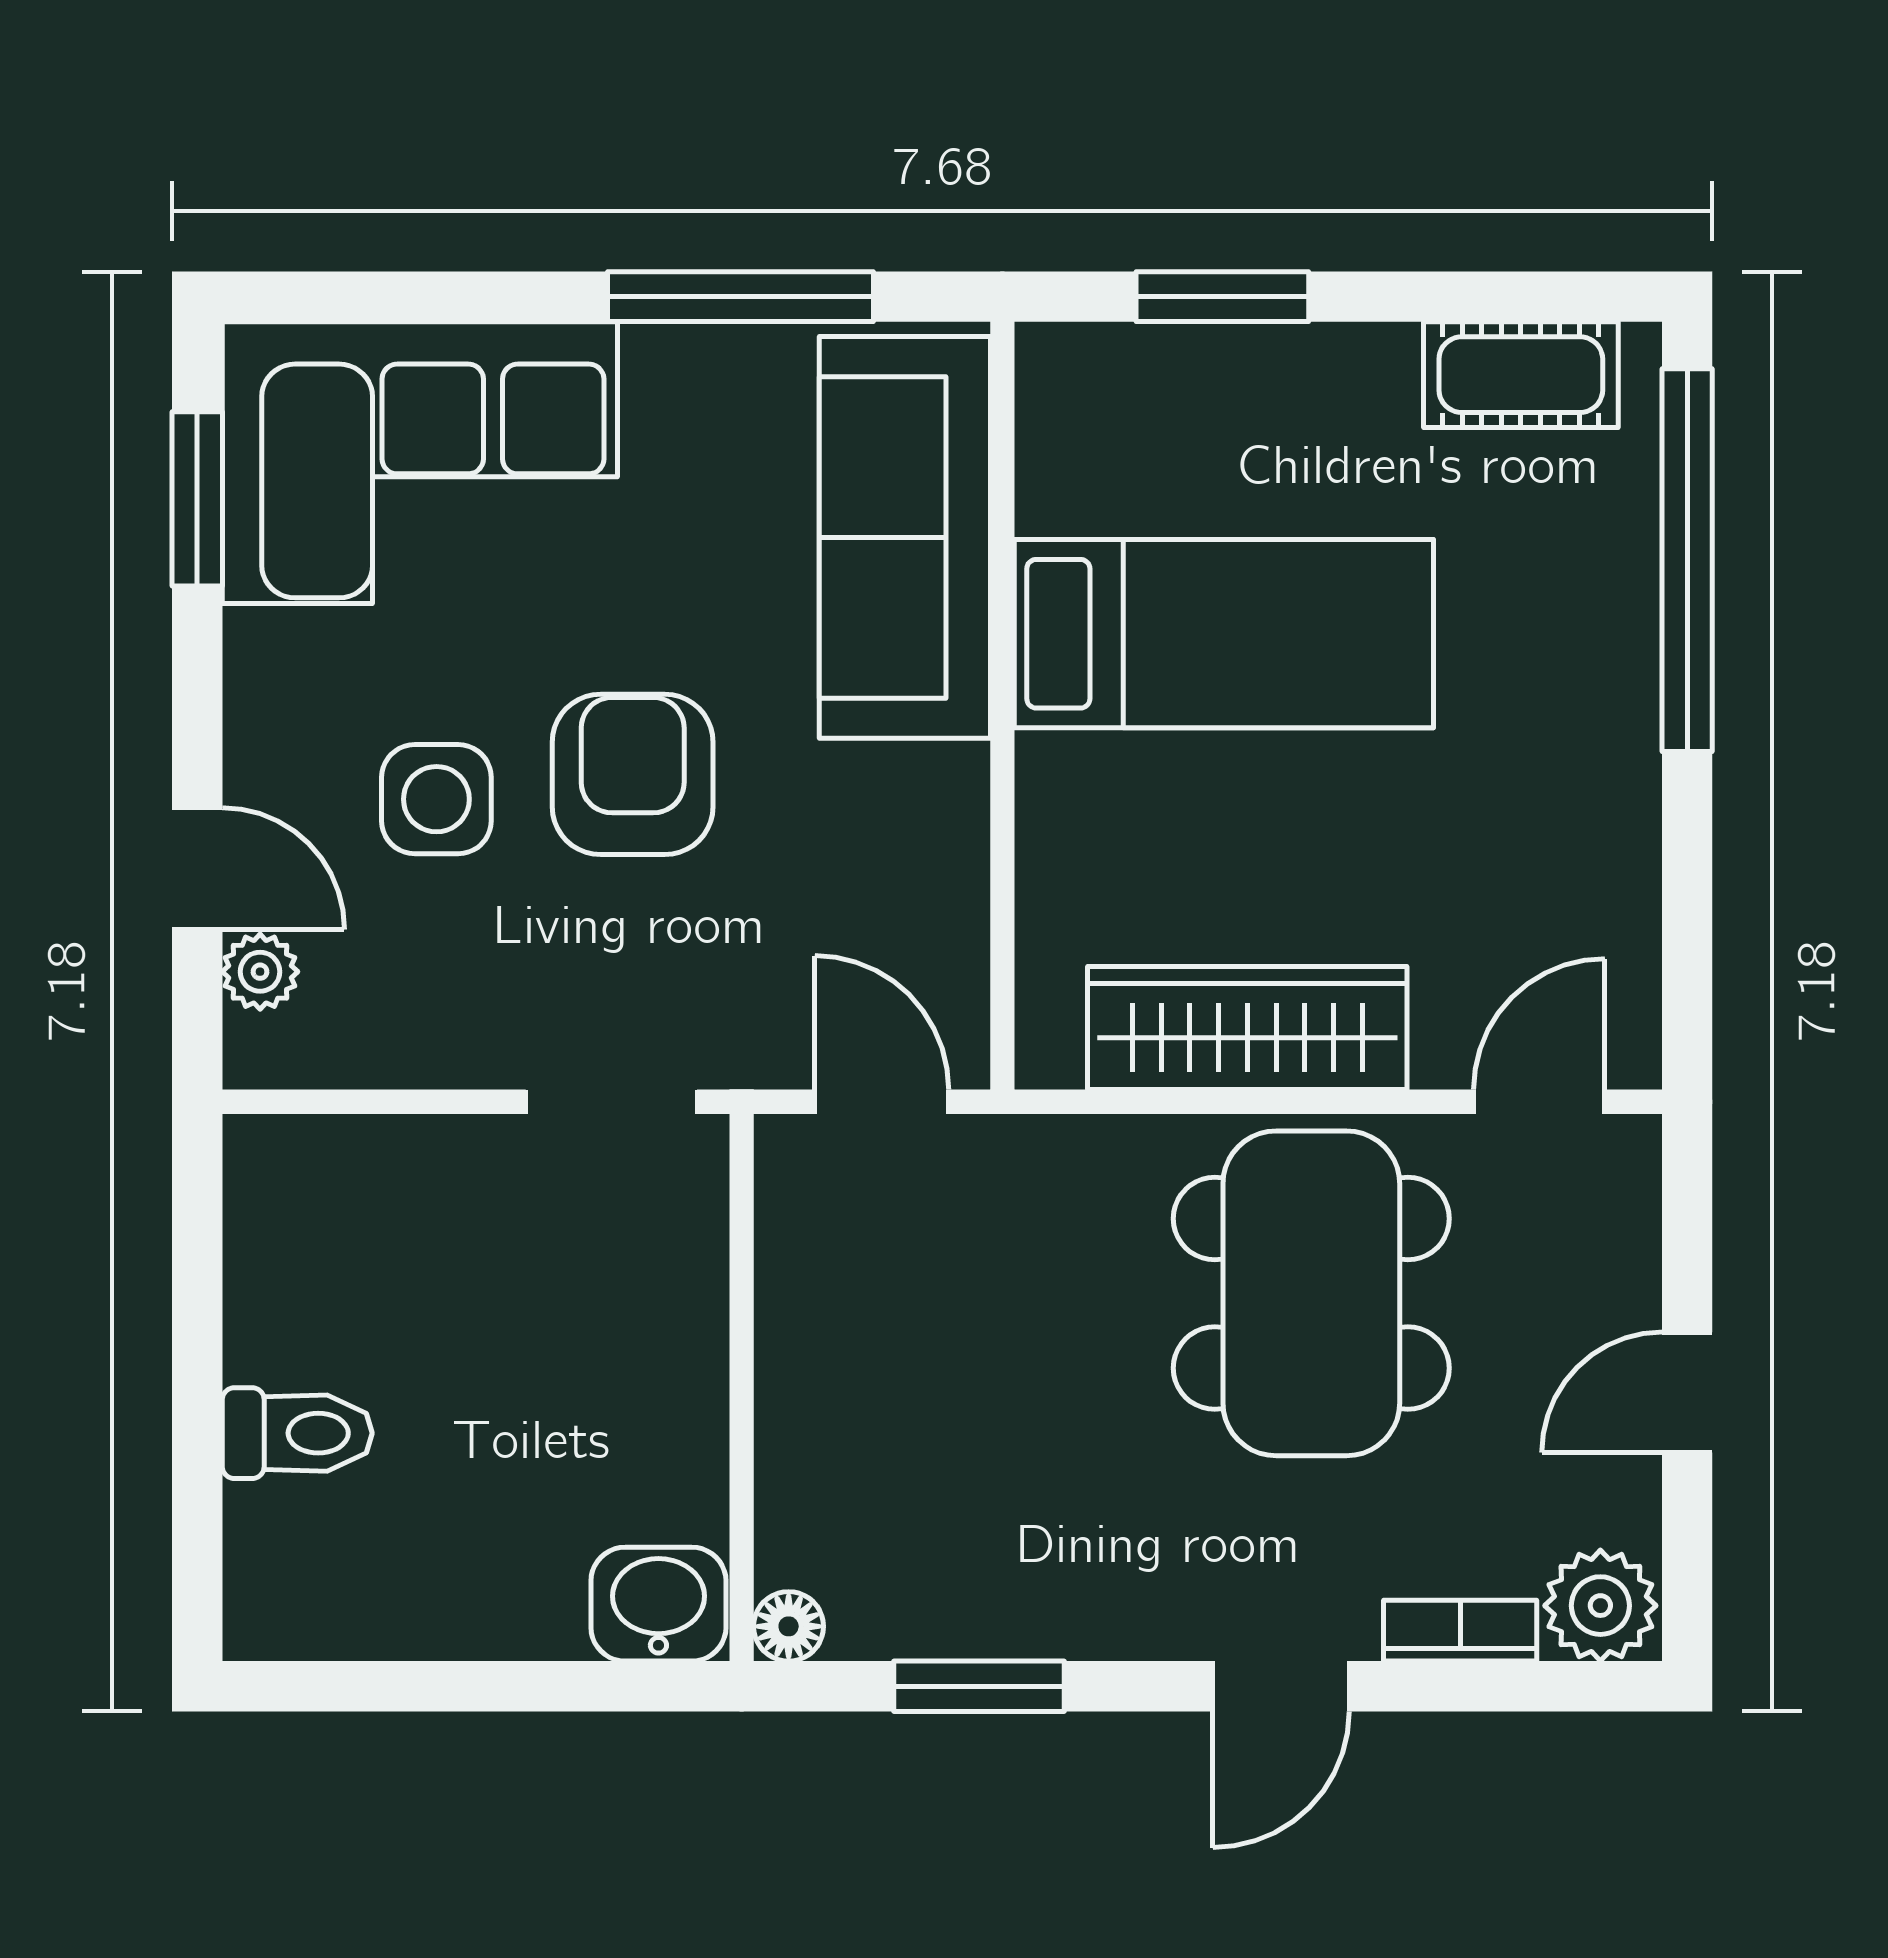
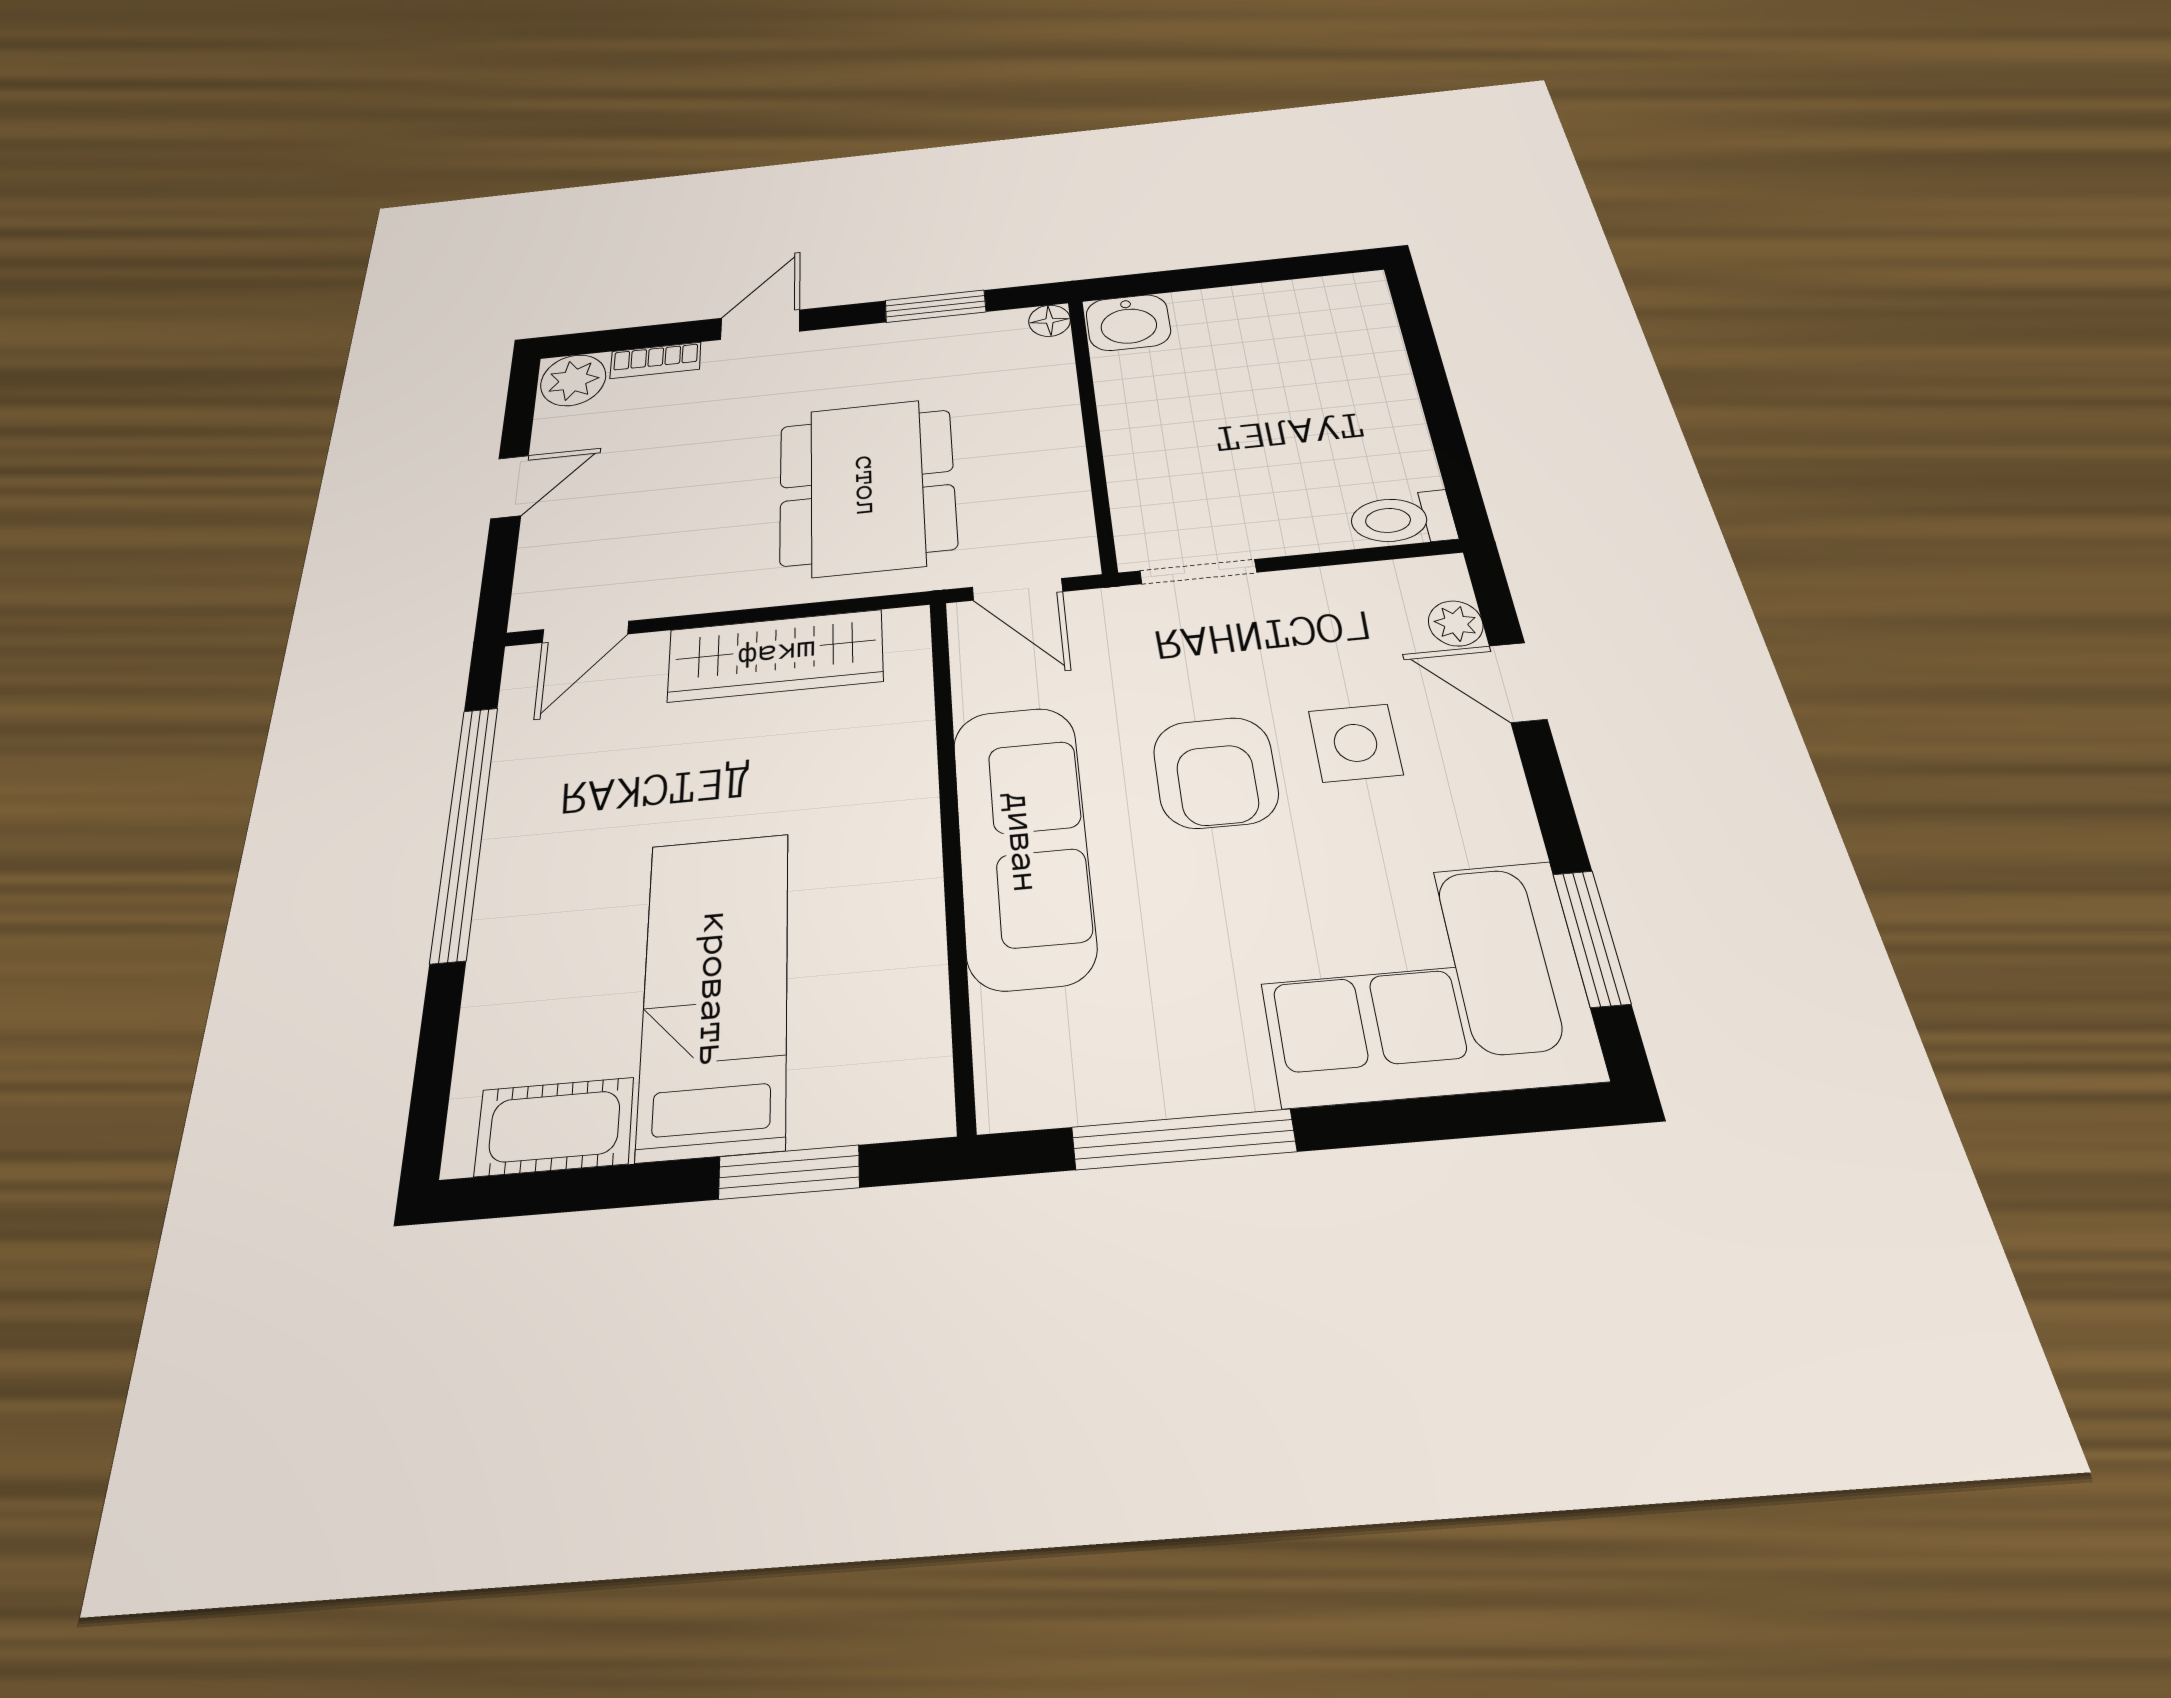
sofa: (905, 537) -> (1023, 843), moved
window: (1687, 560) -> (465, 830), moved
bed: (1224, 634) -> (715, 990), moved, turned 90
dining table: (1311, 1293) -> (867, 486), moved
toilet: (297, 1433) -> (1402, 519), moved

